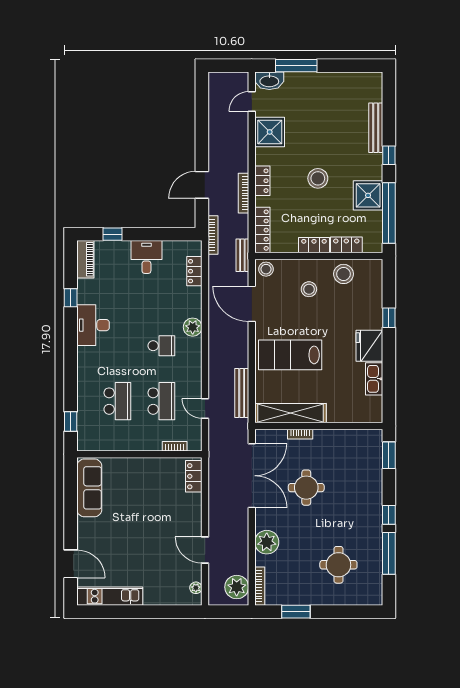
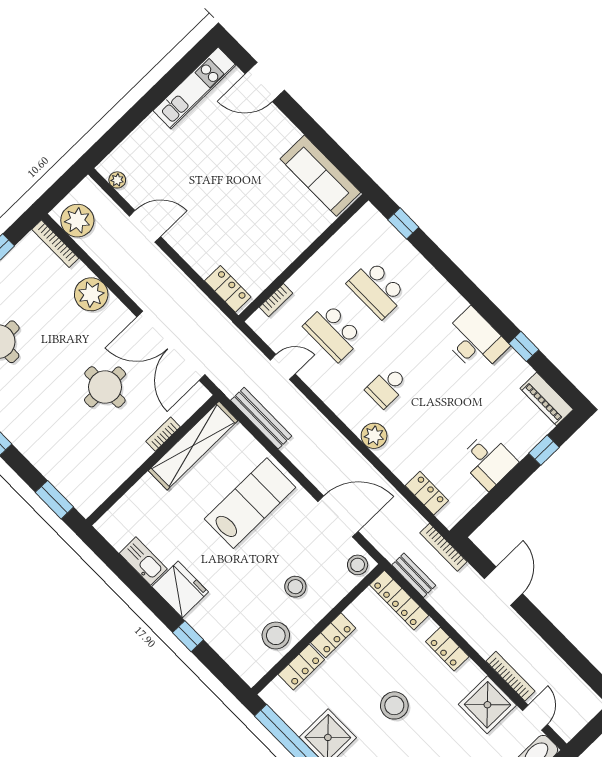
bookcase: (243, 193) -> (510, 676), moved
bench: (242, 255) -> (414, 575), moved

